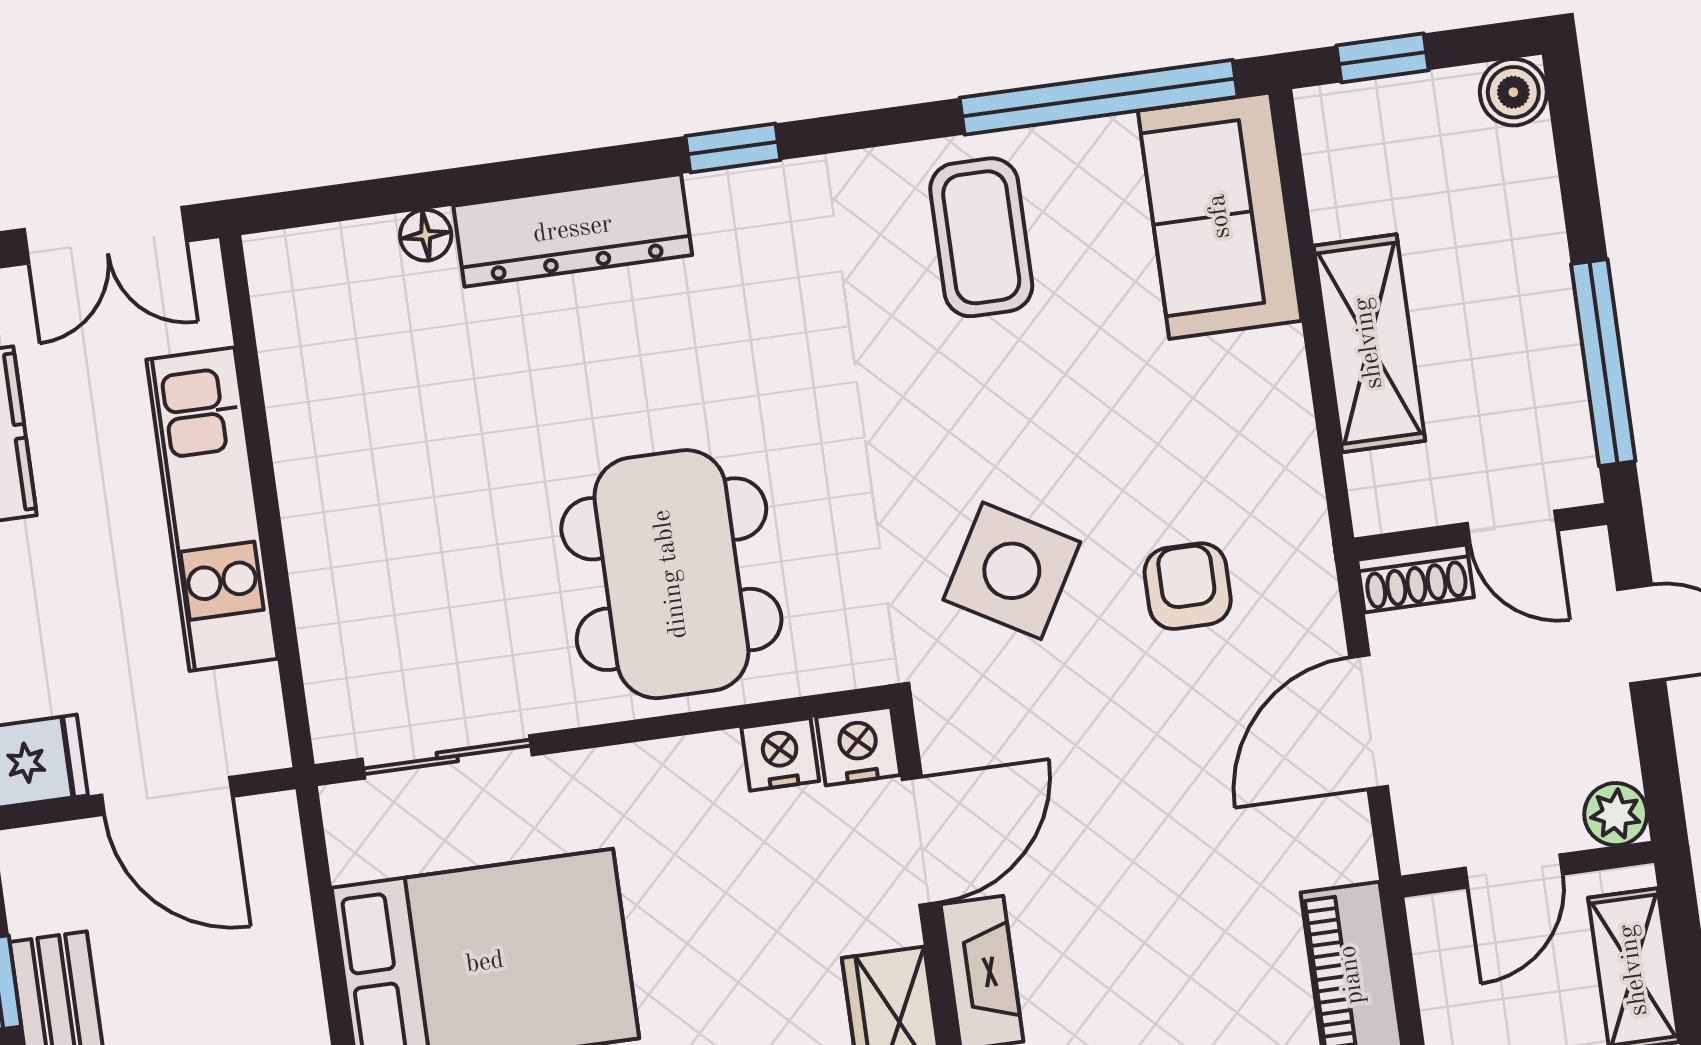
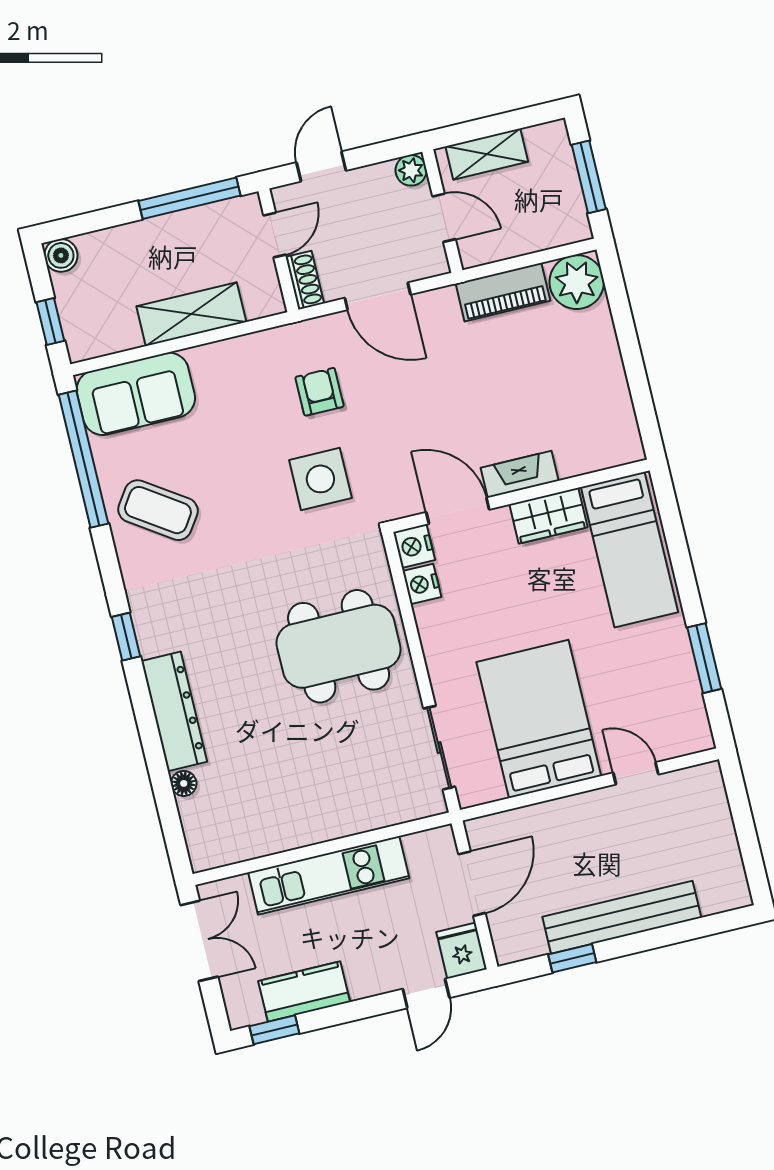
coffee table: (981, 237) -> (158, 510), turned 34
side table: (1012, 571) -> (320, 479), turned -30
armchair: (1188, 586) -> (320, 392), turned 90

